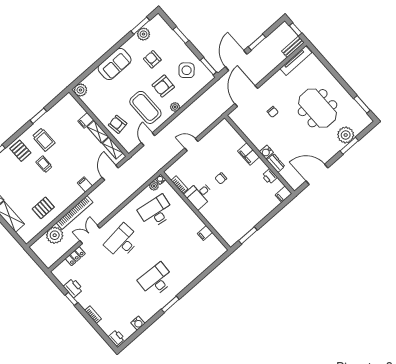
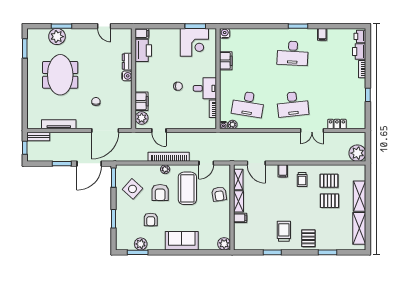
tv unit: (296, 61) -> (59, 124), moved
armchair: (163, 86) -> (160, 192), turned 88
plant: (227, 130) -> (142, 118), added
door: (191, 145) -> (159, 131), moved
filing cabinet: (248, 154) -> (141, 101), moved
trolley: (44, 164) -> (302, 179), moved
door: (110, 173) -> (256, 163), hinge flipped
door: (317, 174) -> (104, 26), width x0.53
printer: (270, 176) -> (143, 50), width x1.87, depth x1.48
pallet: (30, 193) -> (329, 201), added
bookcase: (75, 213) -> (169, 157), moved
corner desk: (238, 223) -> (194, 42), added
filing cabinet: (205, 233) -> (226, 61), width x2.00
plant: (55, 235) -> (357, 153), moved
printer: (73, 288) -> (359, 52), moved
filing cabinet: (146, 314) -> (322, 34), added
water cooler: (138, 323) -> (225, 33), moved

